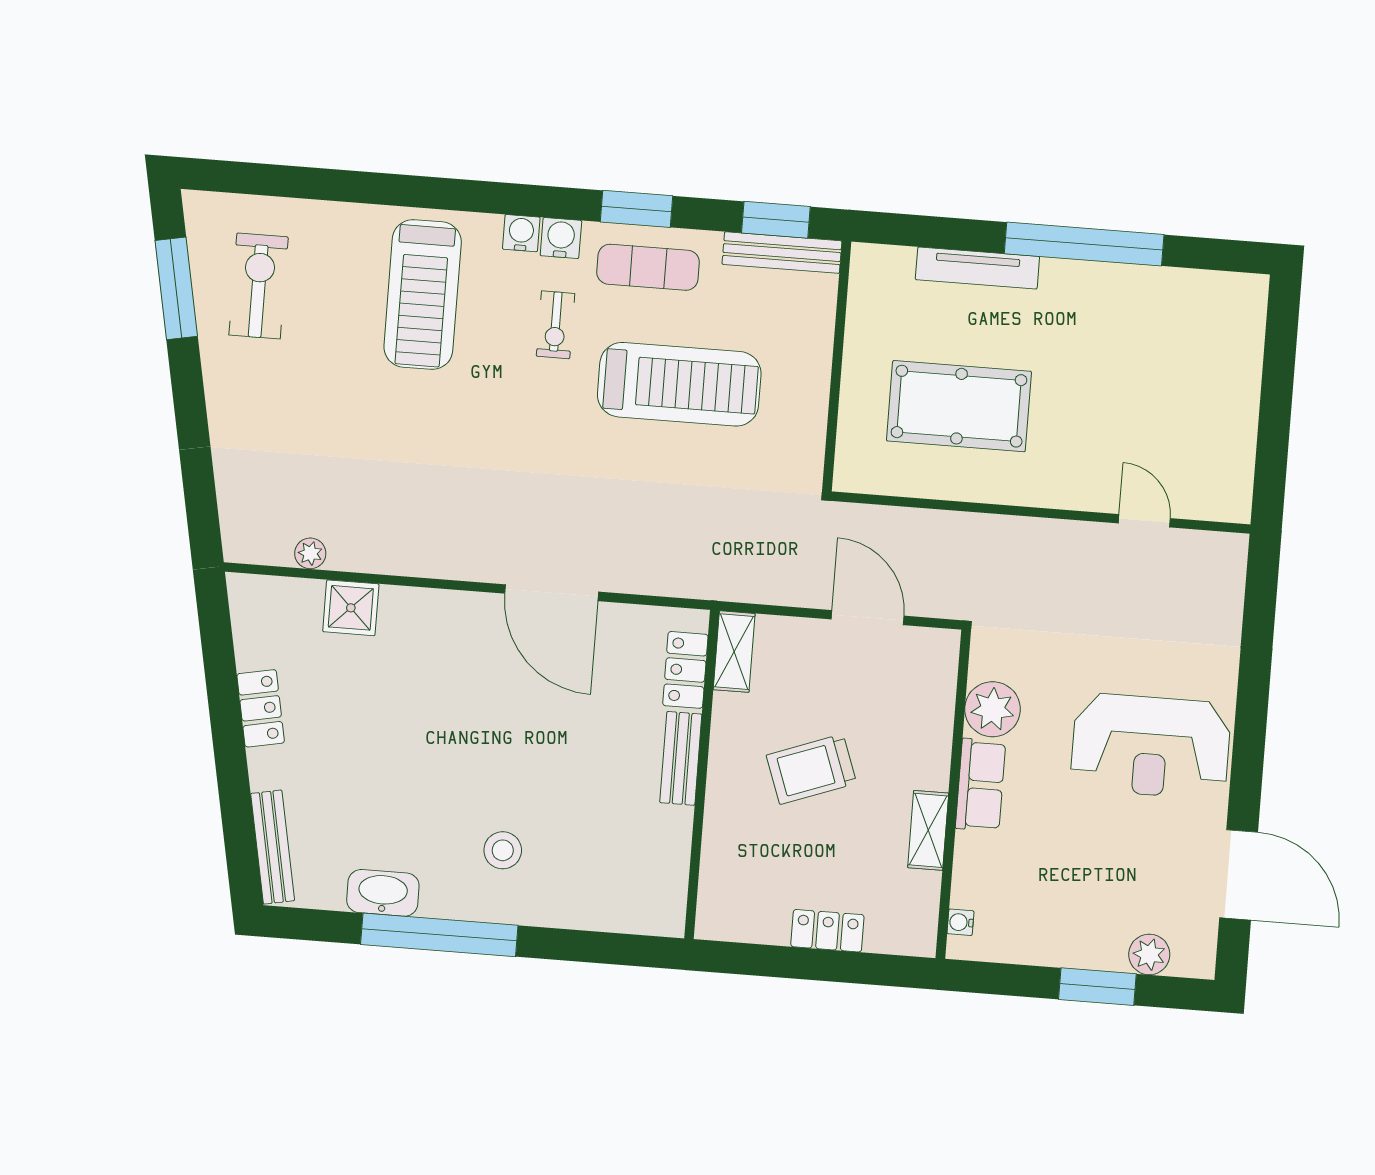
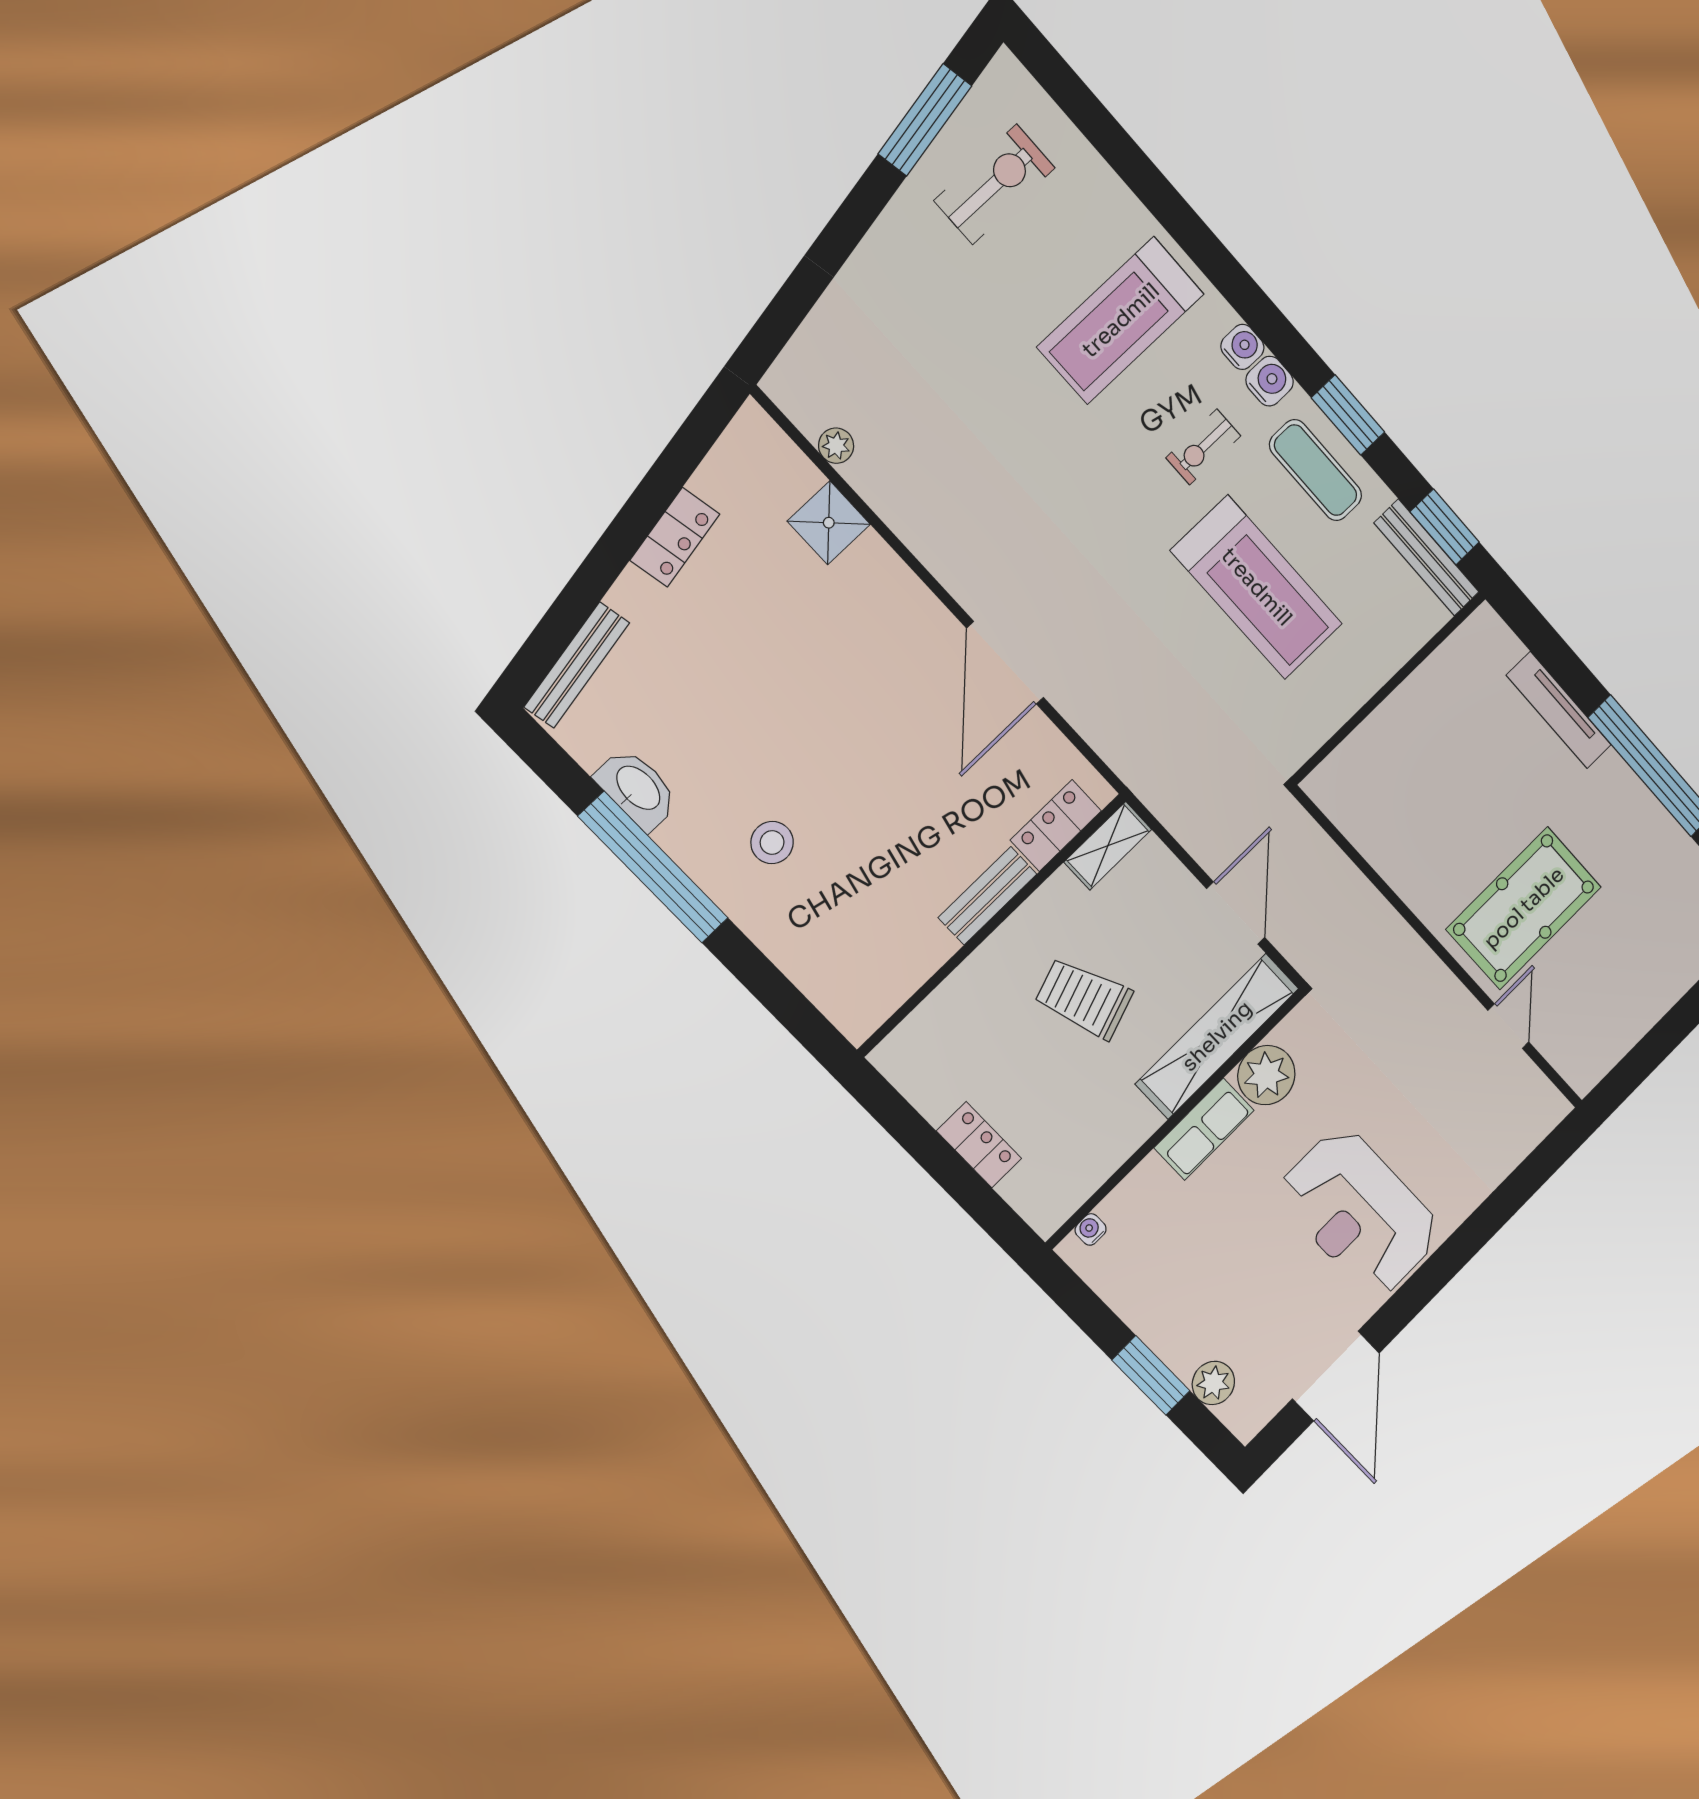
pool table: (959, 406) -> (1524, 908), moved, turned 90
shelving: (928, 830) -> (1217, 1036), moved, width x2.20, depth x1.33

